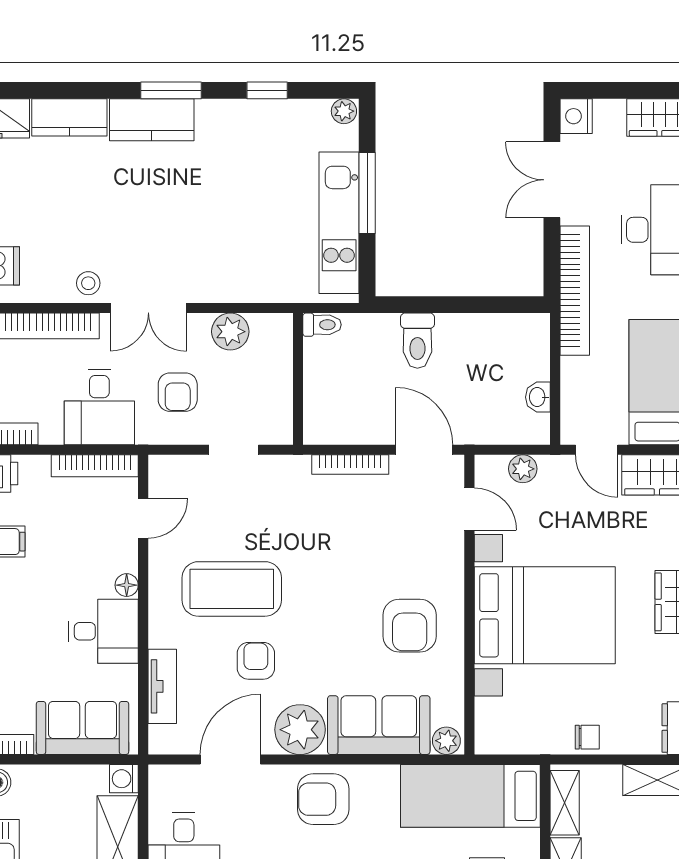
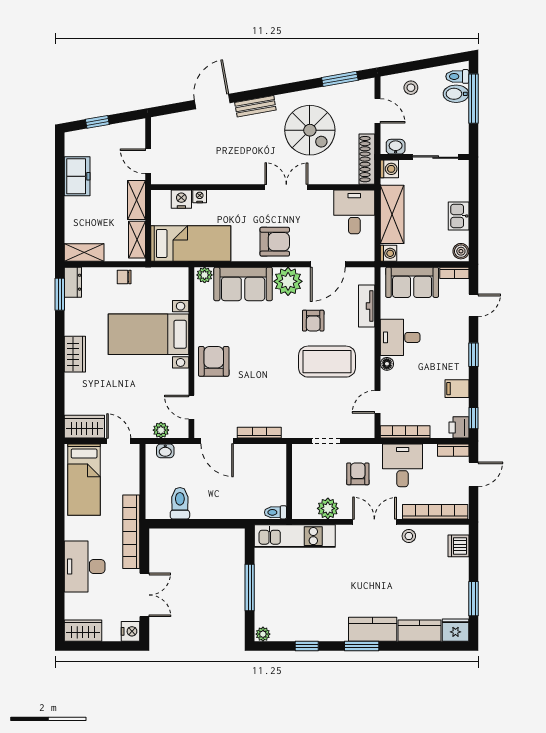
kitchen unit: (339, 223) -> (295, 536), moved, turned 90
toilet: (417, 341) -> (180, 503), moved
washbasin: (538, 397) -> (165, 451), moved, turned 90
bed with nightstands: (545, 615) -> (148, 334), width x0.73
armchair: (410, 626) -> (214, 361), moved

